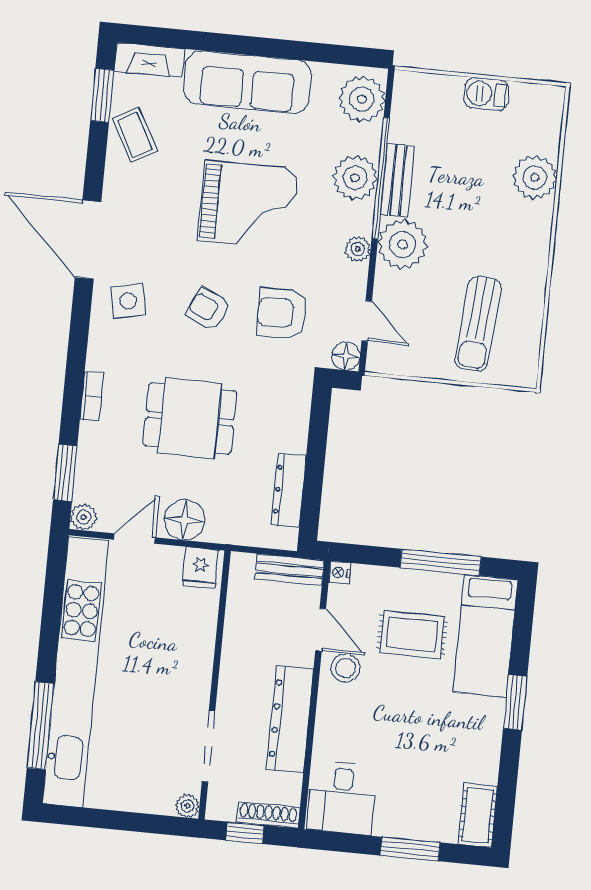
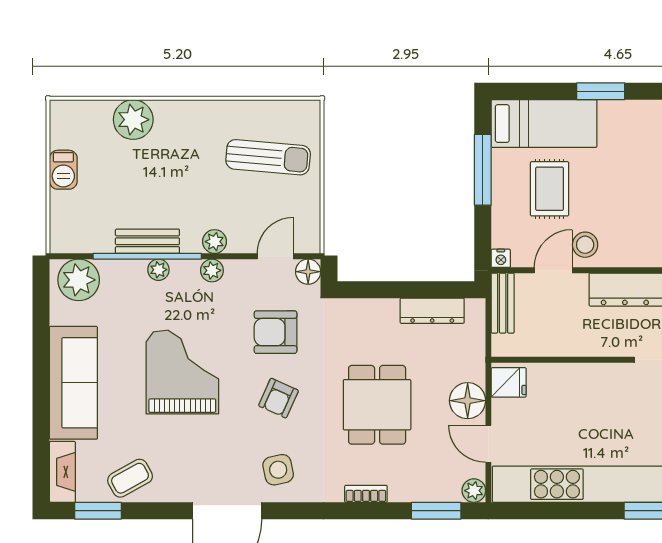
plant: (355, 178) -> (158, 270), width x0.53, depth x0.53
plant: (403, 244) -> (215, 242), width x0.53, depth x0.53
armchair: (282, 313) -> (276, 332), turned 91

